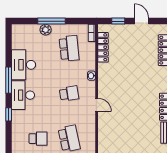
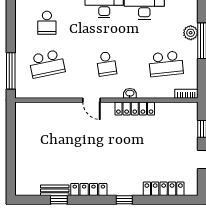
locker: (103, 47) -> (135, 108), moved
door: (97, 105) -> (91, 100), hinge flipped

